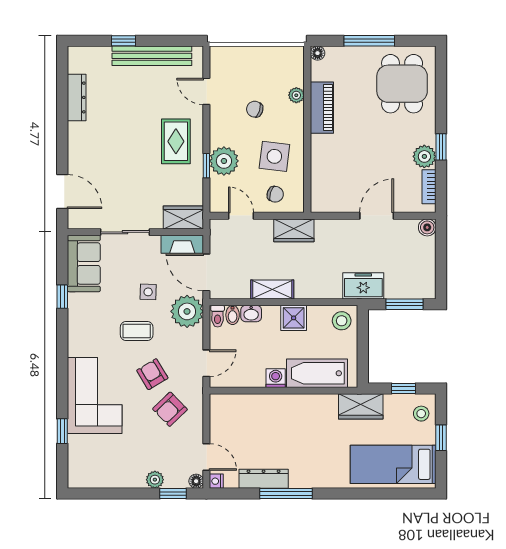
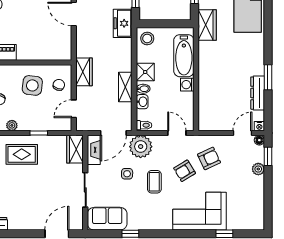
plant: (224, 161) -> (12, 125), moved, width x0.53, depth x0.53
bidet: (233, 315) -> (143, 89), moved
armchair: (170, 409) -> (209, 158), turned -71
window: (286, 493) -> (268, 77), width x0.69

